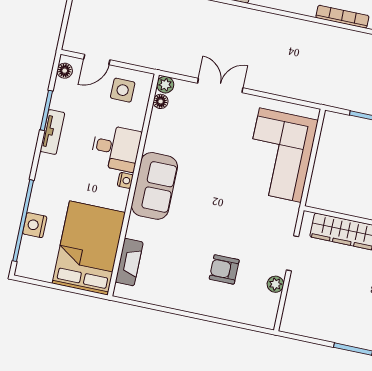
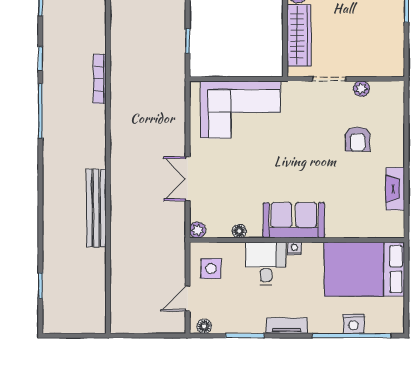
door: (97, 60) -> (188, 299), swing flipped
floor lamp: (161, 101) -> (239, 231), moved
tv unit: (52, 132) -> (287, 326), moved
fireplace: (129, 262) -> (395, 189), moved, turned -90

